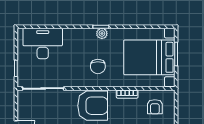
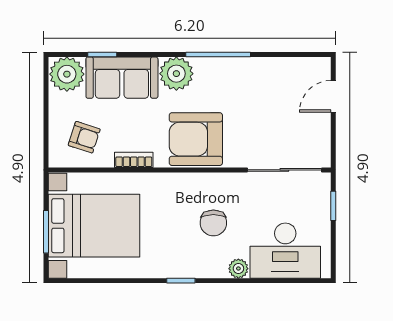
plant: (102, 33) -> (238, 269), moved
chair: (98, 66) -> (213, 223), moved, turned 180
armchair: (155, 107) -> (84, 137), turned 108

